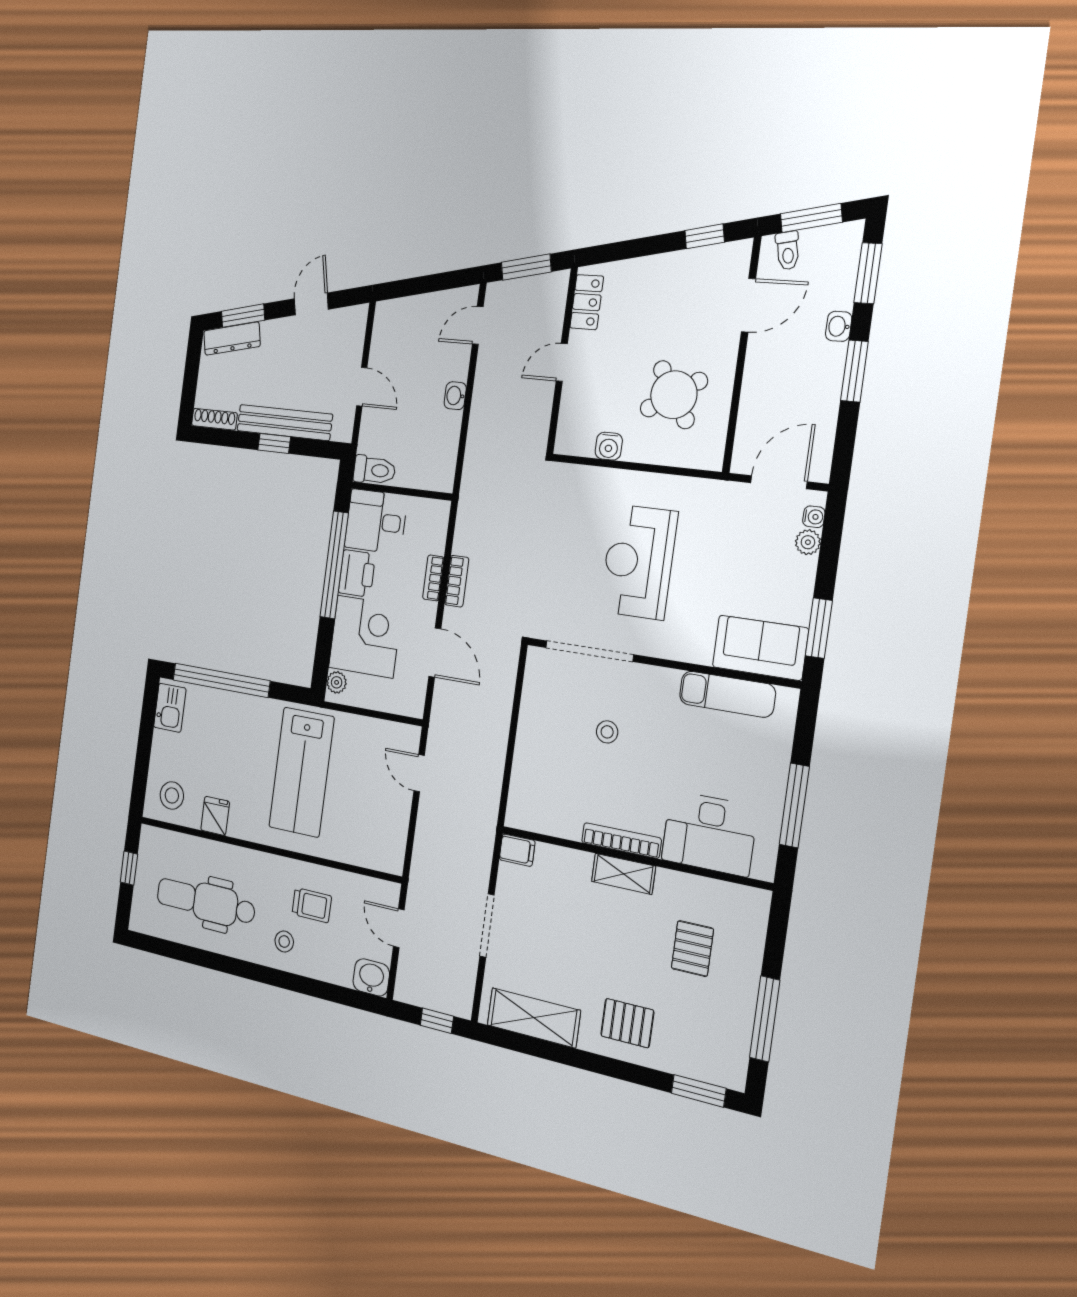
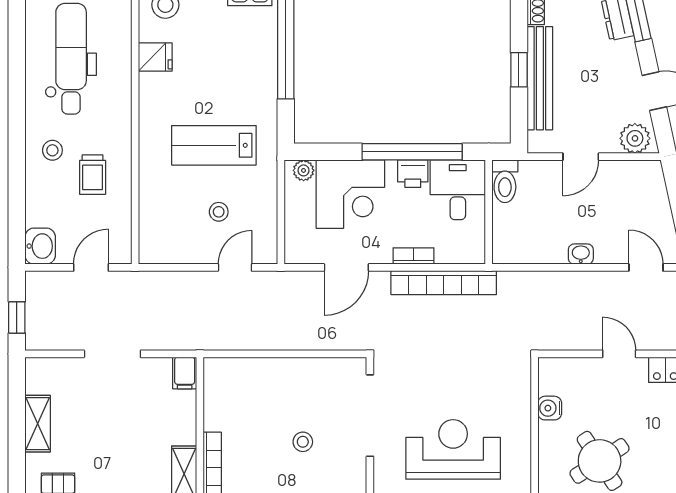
plant: (352, 328) -> (635, 138), added
printer: (357, 573) -> (413, 174), width x0.73, depth x0.81
bookcase: (457, 581) -> (444, 283), width x2.31, depth x1.31
lab bench: (301, 772) -> (214, 145), width x0.73, depth x0.72
stool: (364, 780) -> (219, 212), added
shelving: (534, 1018) -> (38, 424), width x0.67, depth x0.75

